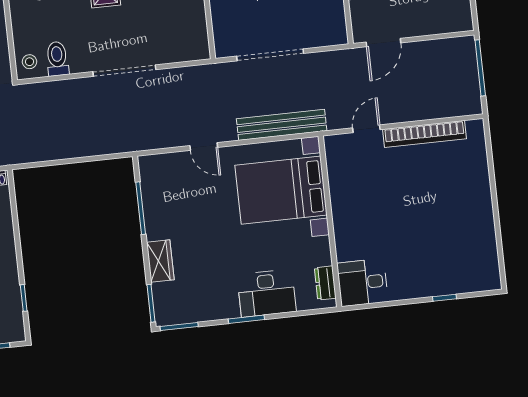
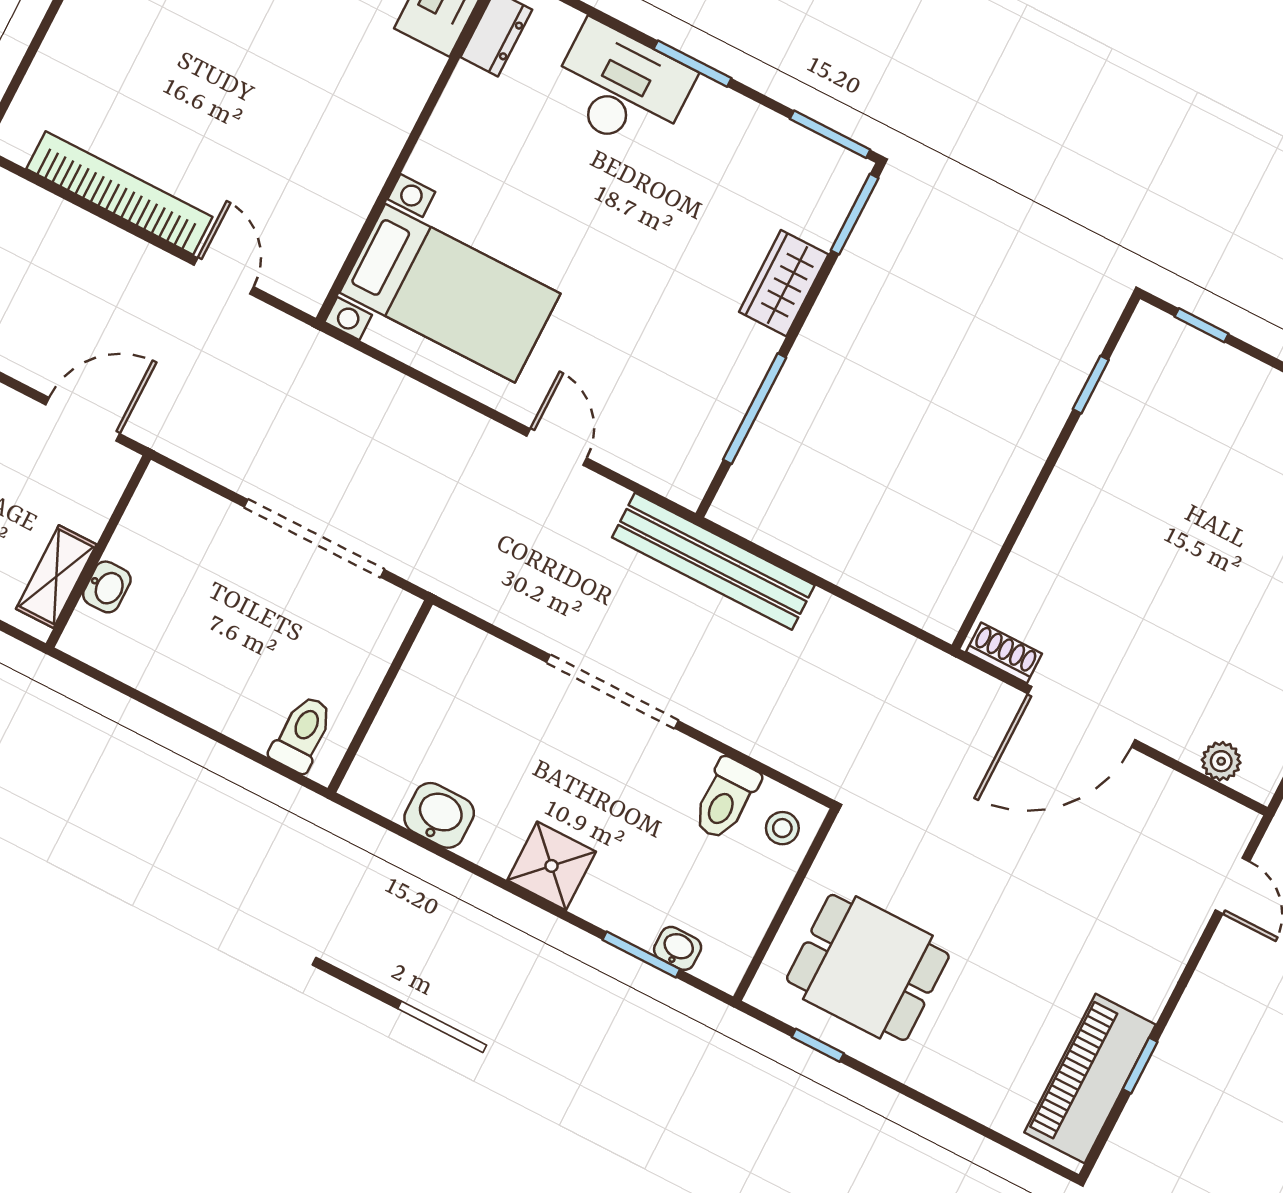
bench: (282, 125) -> (713, 561), moved
door: (366, 129) -> (224, 276), swing flipped
bed with nightstands: (281, 190) -> (450, 293), width x0.73

